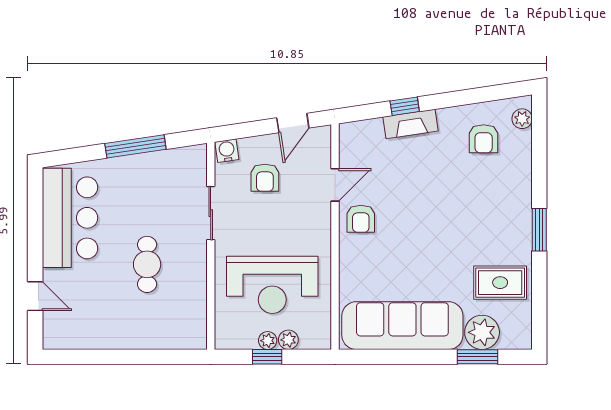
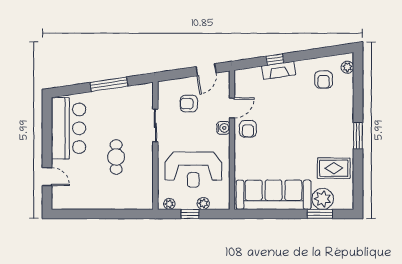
water cooler: (227, 151) -> (223, 128), moved, turned 98
armchair: (265, 178) -> (189, 104), turned 90
plant: (268, 341) -> (169, 204), moved

